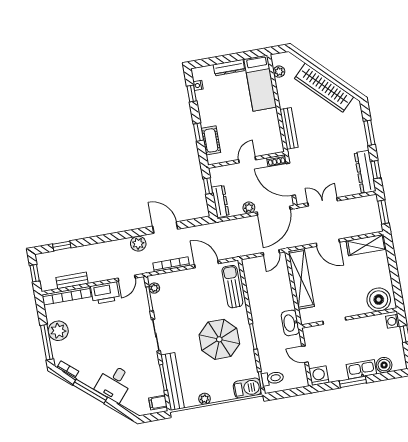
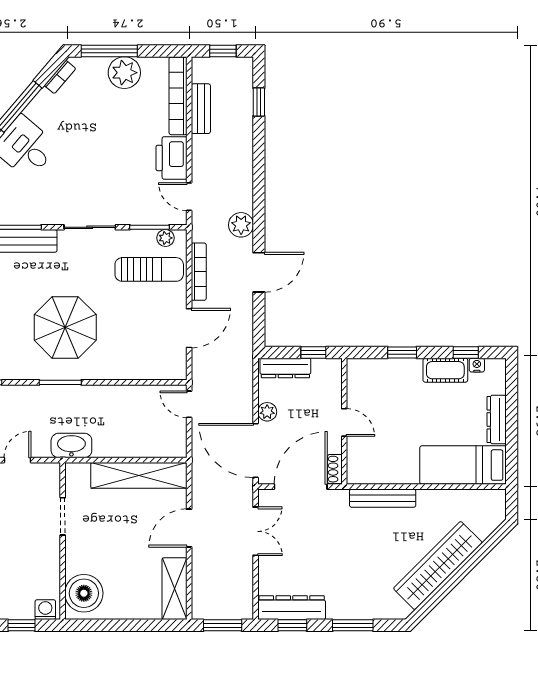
plant: (279, 72) -> (476, 498), removed
cot: (211, 140) -> (445, 370), moved
door: (271, 253) -> (189, 404), moved
sun lounger: (232, 287) -> (149, 269), moved

